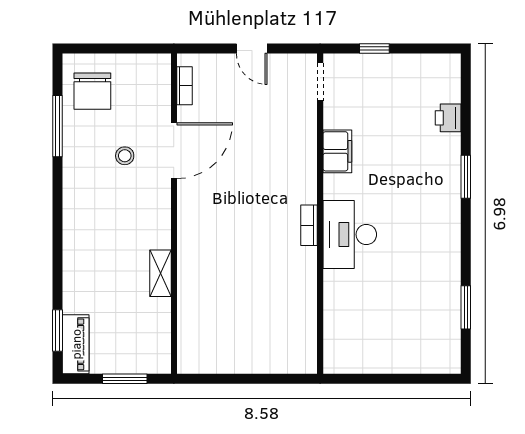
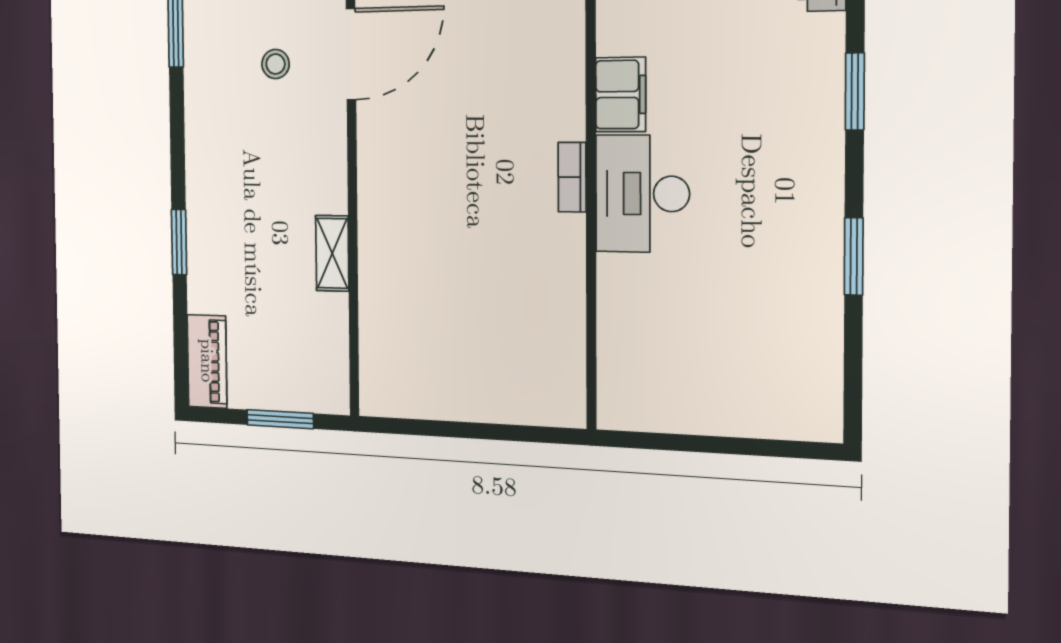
filing cabinet: (337, 151) -> (621, 95), moved
window: (466, 307) -> (854, 256), moved
window: (58, 331) -> (179, 242), moved

